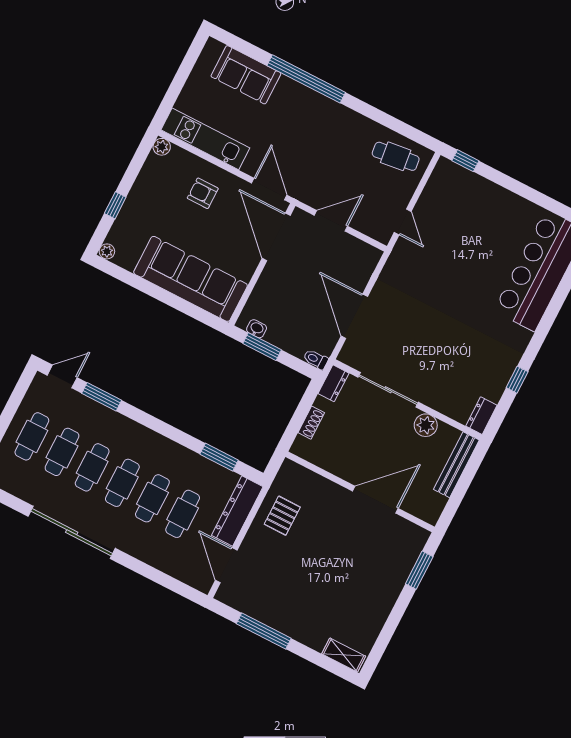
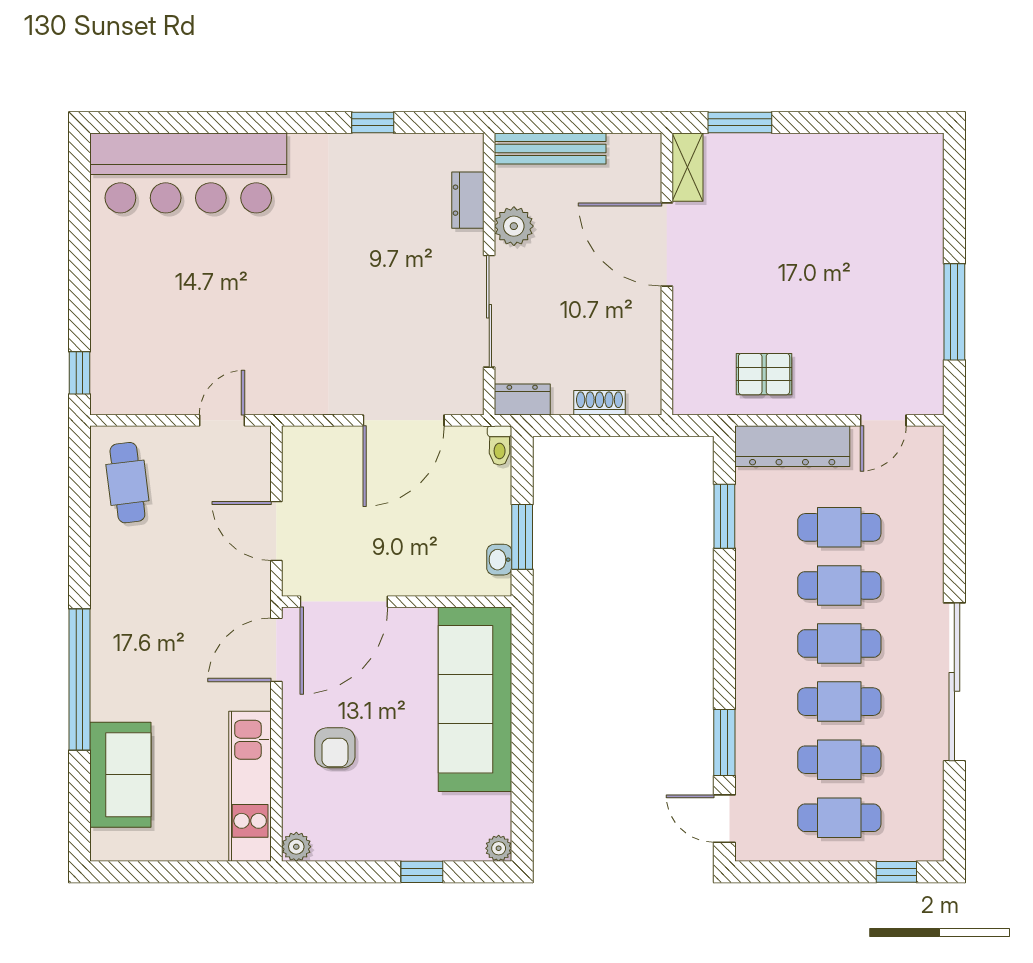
dresser: (481, 416) -> (468, 200), moved, turned 90
door: (226, 565) -> (883, 420), width x0.73
shelving: (344, 655) -> (687, 167), moved

